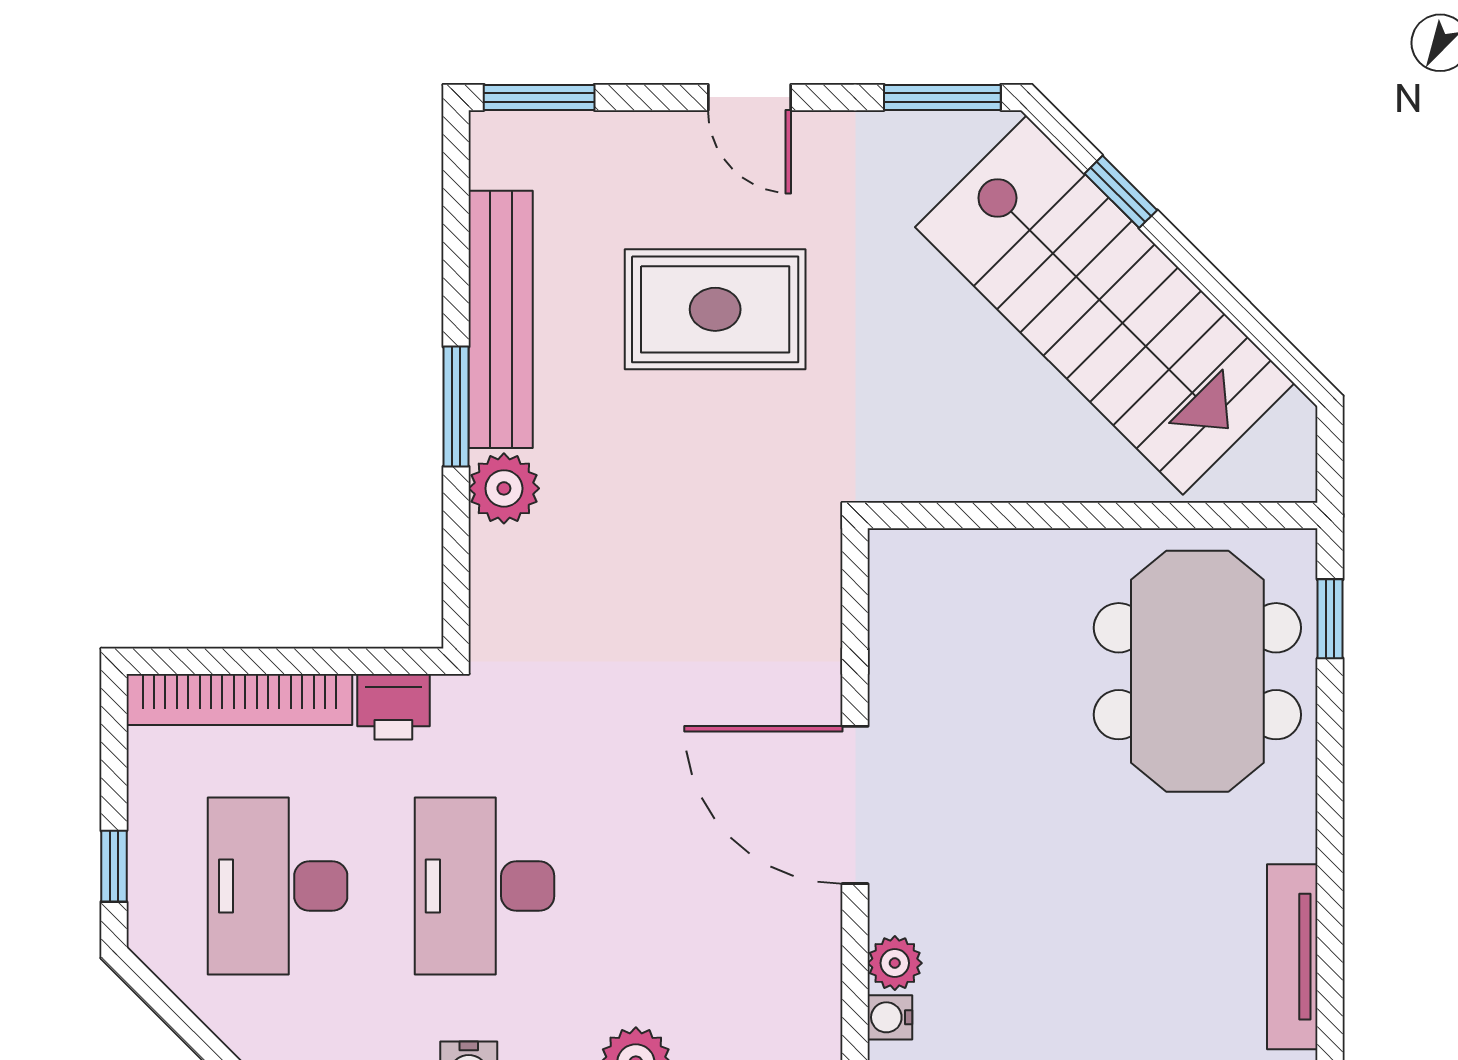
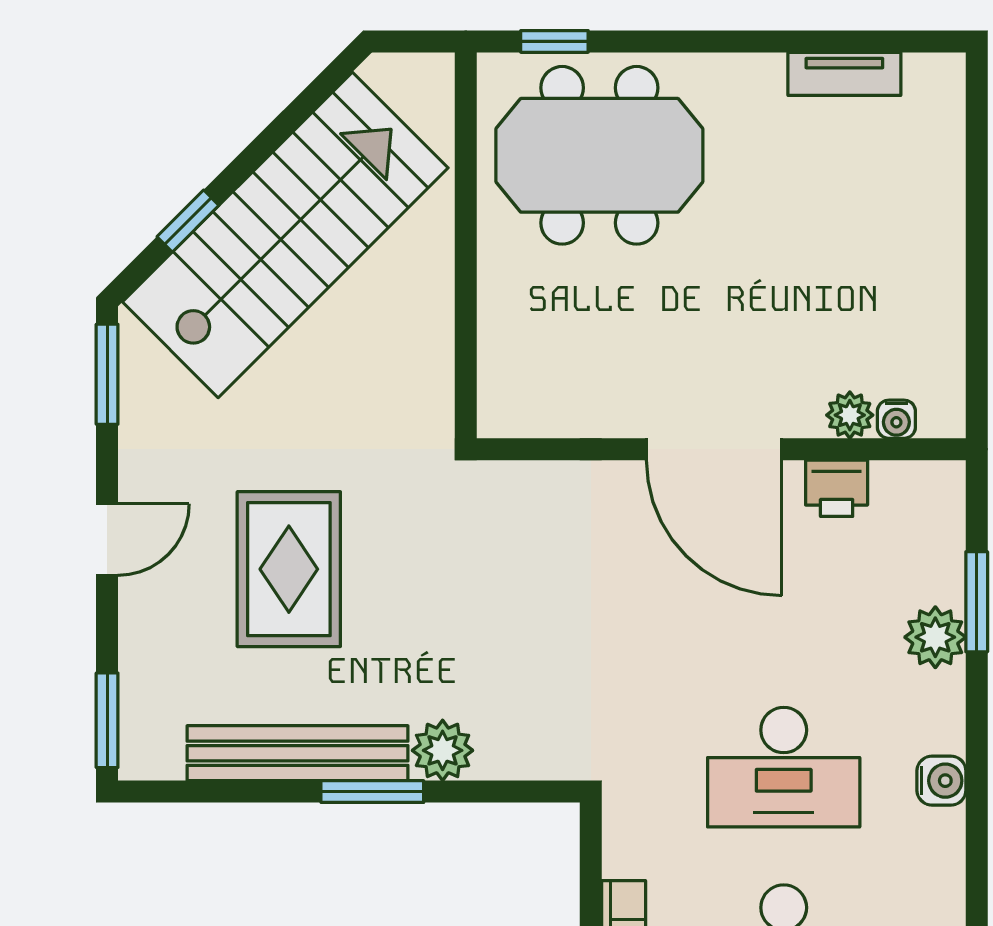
printer: (393, 707) -> (837, 488), moved, turned 90
door: (855, 805) -> (714, 449), hinge flipped
tv unit: (1292, 957) -> (844, 74), width x0.71

